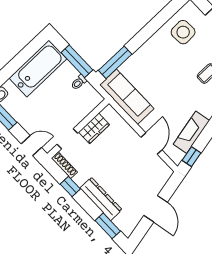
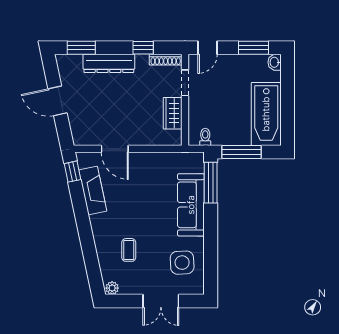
toilet: (79, 82) -> (205, 137), moved
sofa: (127, 97) -> (191, 205), moved, turned 90

